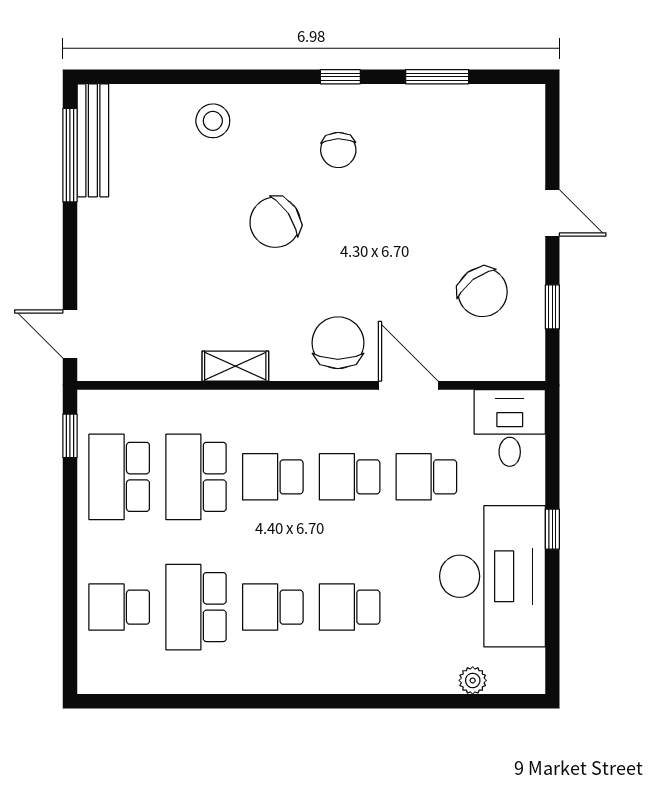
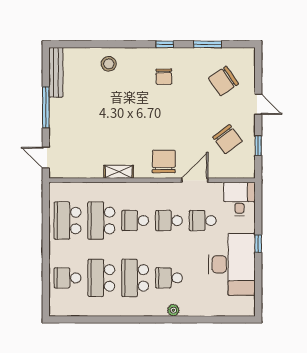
window: (70, 155) -> (46, 107), moved
chair: (275, 222) -> (223, 81), moved
door: (408, 385) -> (195, 180), hinge flipped
window: (70, 436) -> (46, 202), removed
school desk: (273, 607) -> (135, 278), width x1.85
plant: (473, 680) -> (173, 310), moved

